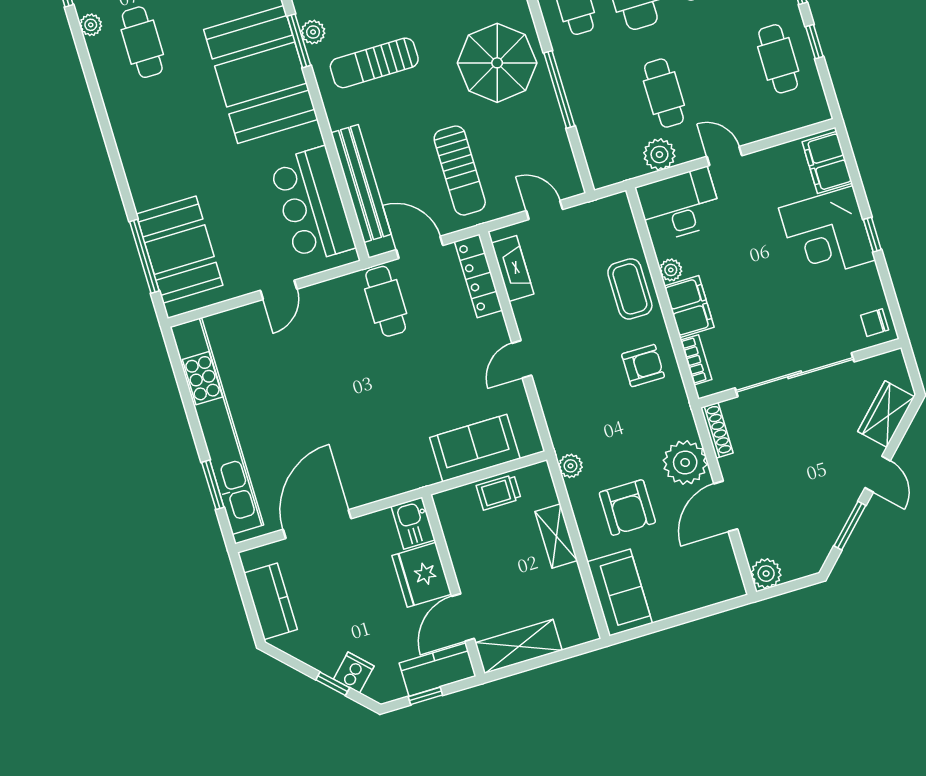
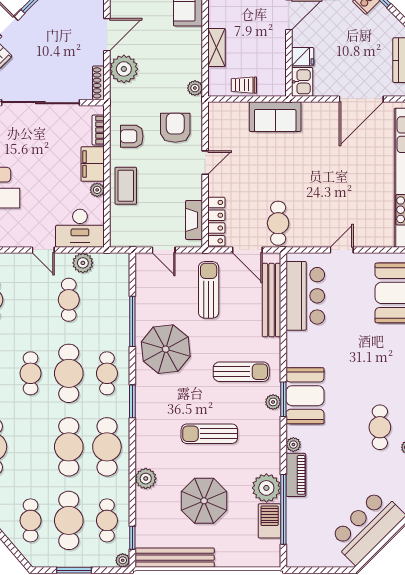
booth: (261, 74) -> (305, 396), width x0.73, depth x0.70
sofa: (475, 448) -> (275, 117), moved
trolley: (499, 492) -> (244, 85), turned 180
armchair: (627, 508) -> (175, 128), moved
fridge: (422, 575) -> (303, 57), width x0.53, depth x0.75

